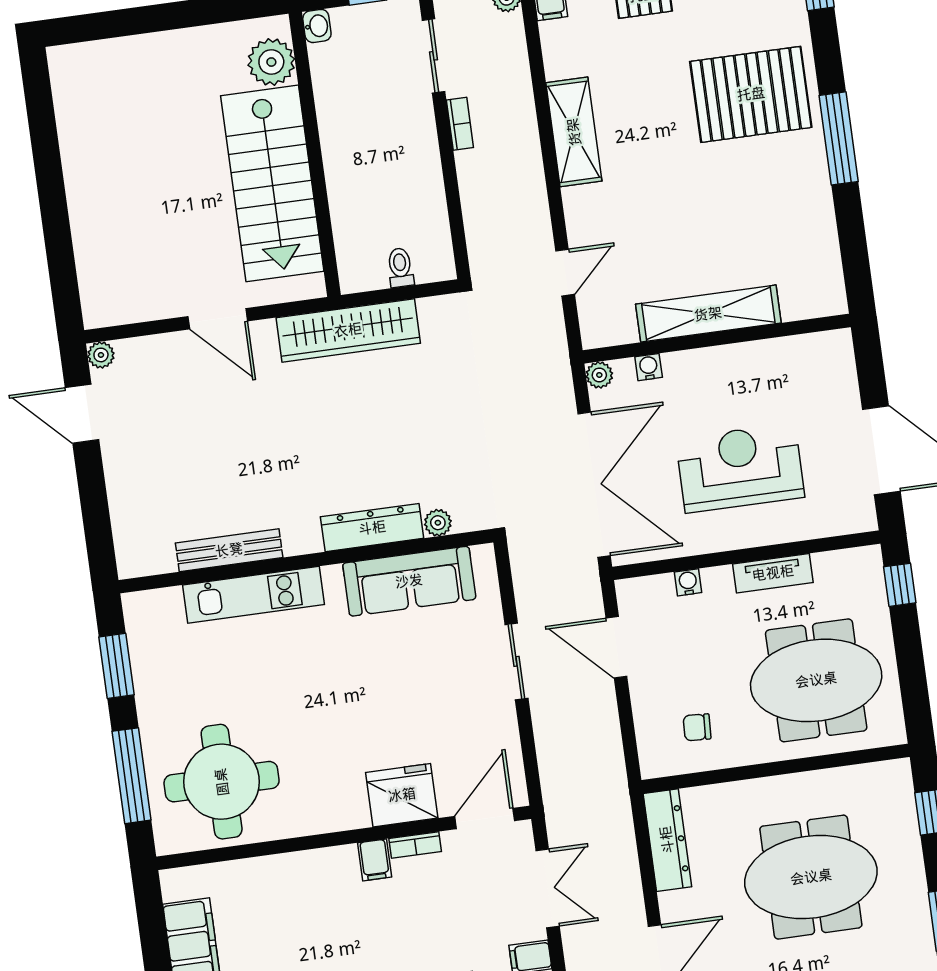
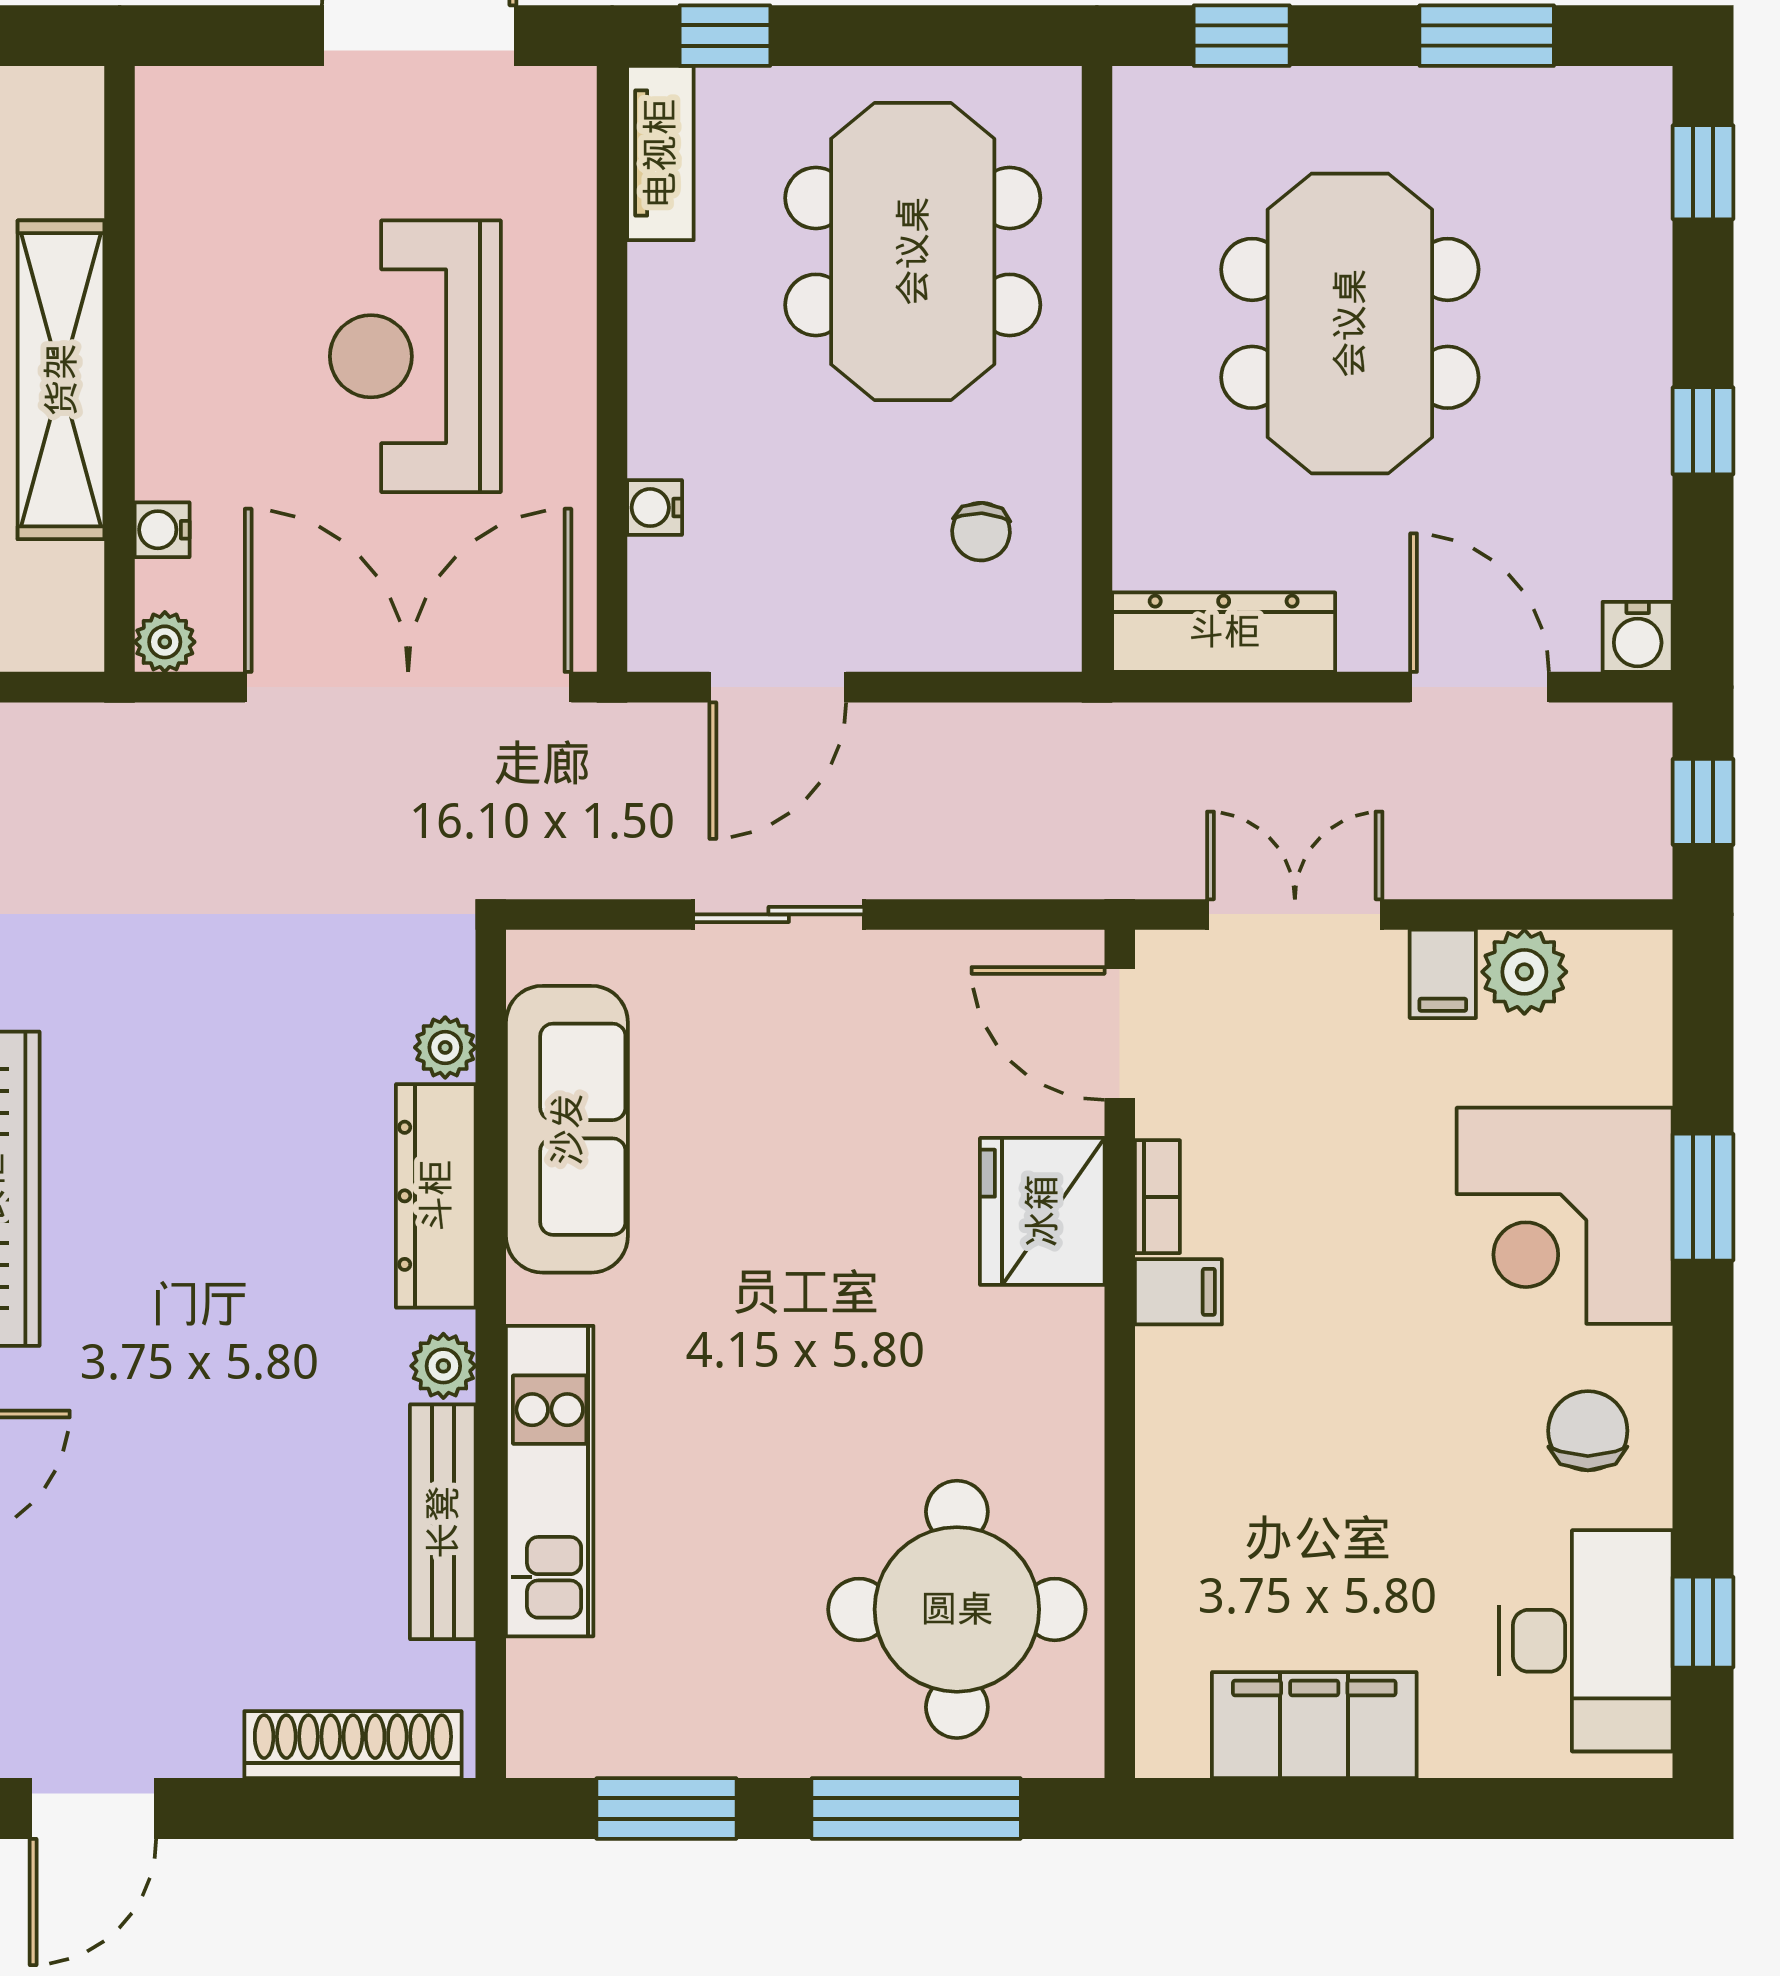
shoe rack: (126, 524) -> (353, 1745), added
plant: (298, 541) -> (443, 1366), added
tv unit: (773, 573) -> (660, 153), moved

